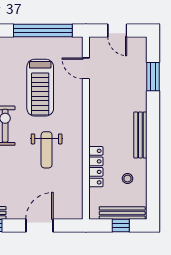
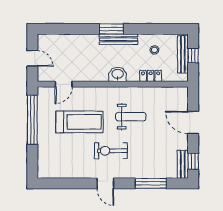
door: (117, 30) -> (32, 58), hinge flipped
window: (153, 77) -> (111, 29), moved
washbasin: (98, 134) -> (118, 74), added
locker: (96, 167) -> (151, 76), width x0.66

